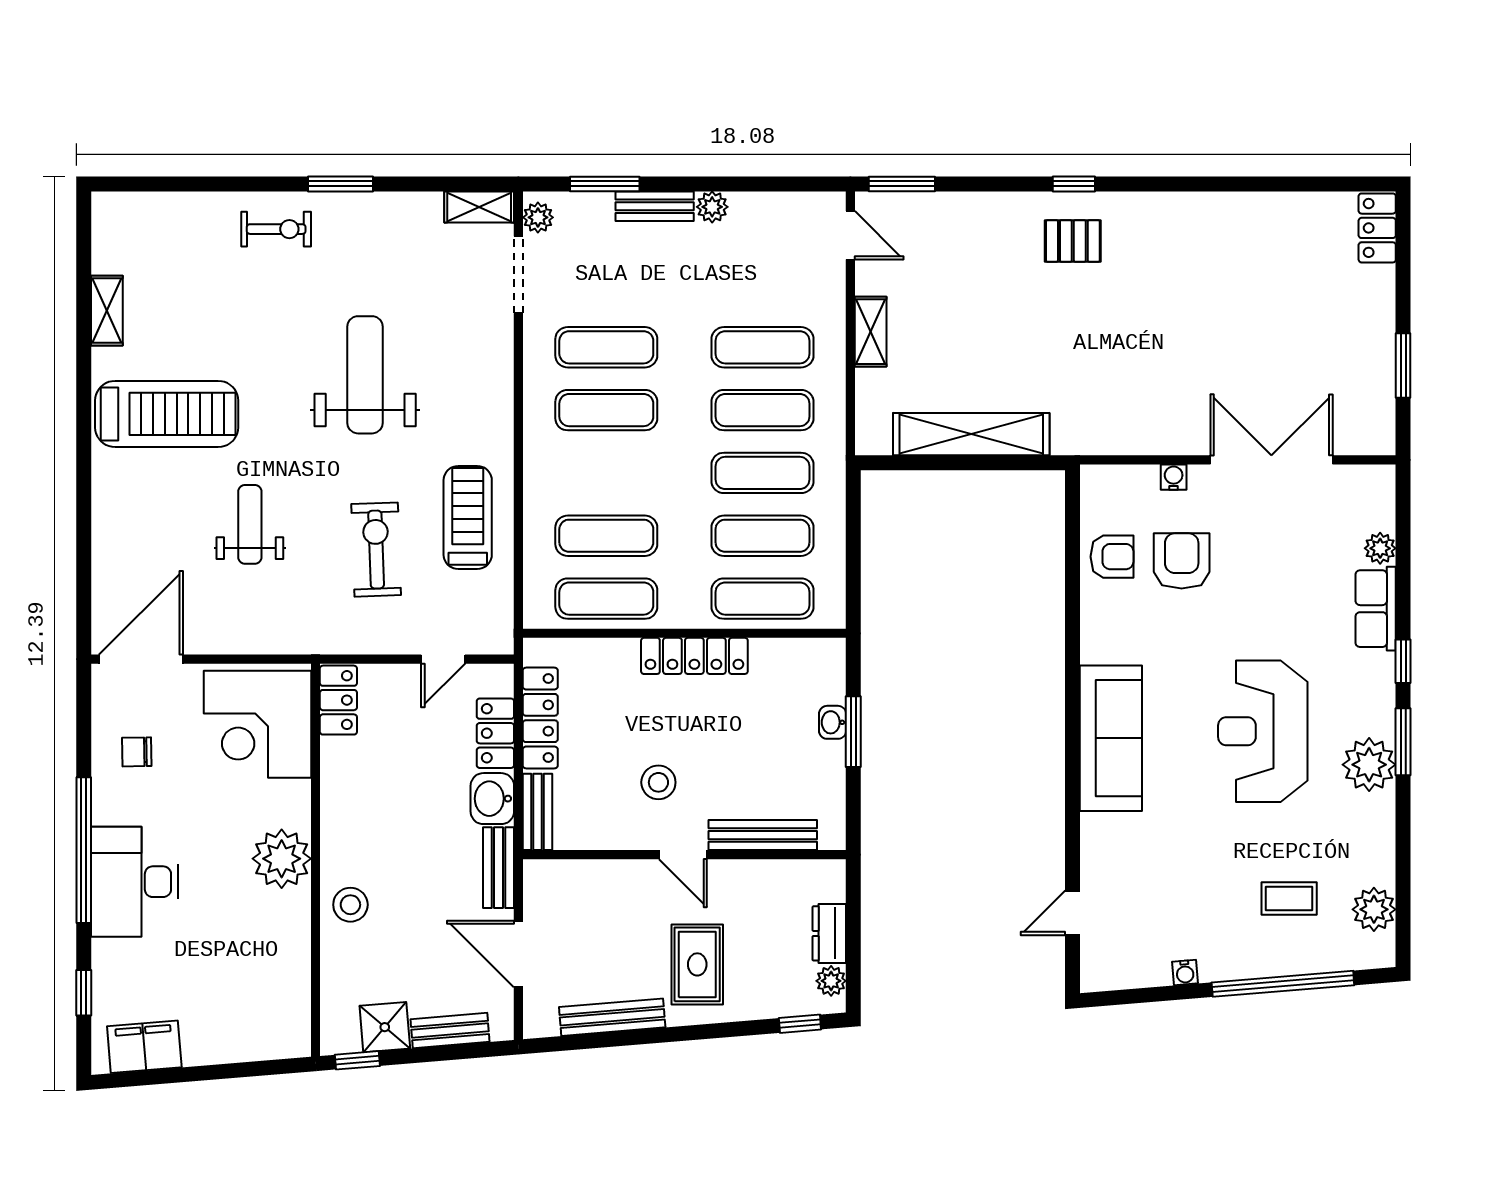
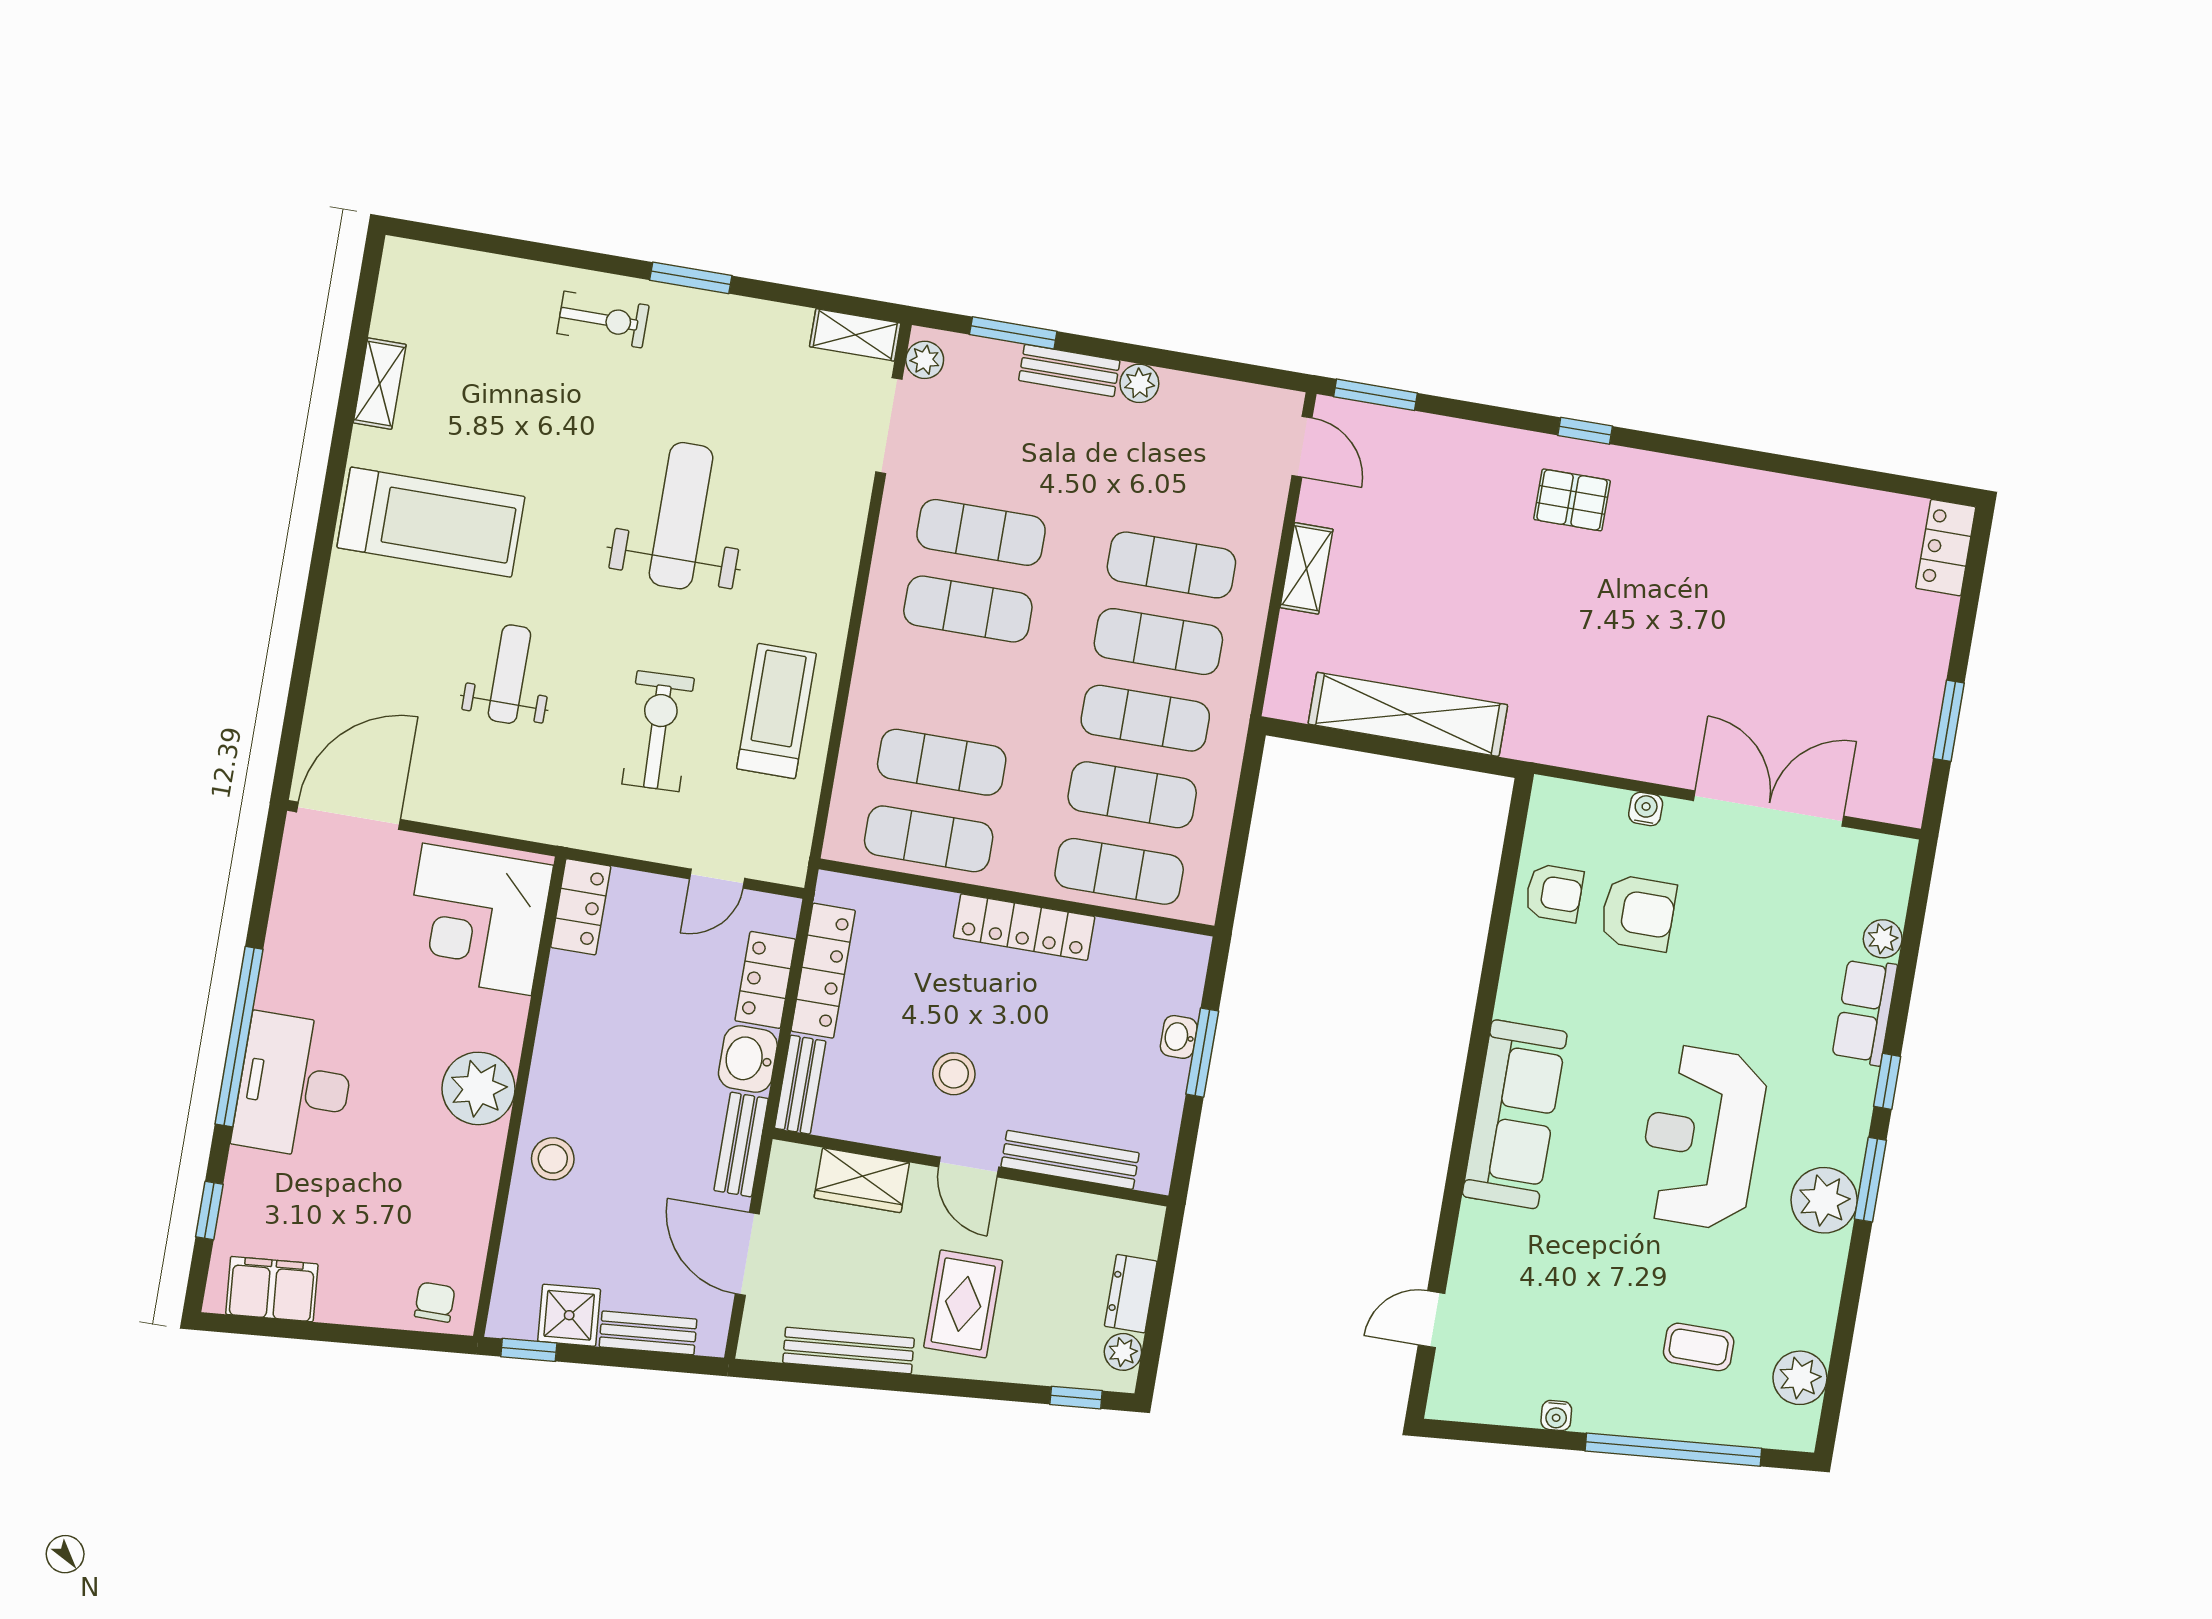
armchair: (1182, 561) -> (1638, 913), turned 90
chair: (137, 752) -> (435, 1302), moved, turned 91
wardrobe: (600, 880) -> (862, 1180), added

